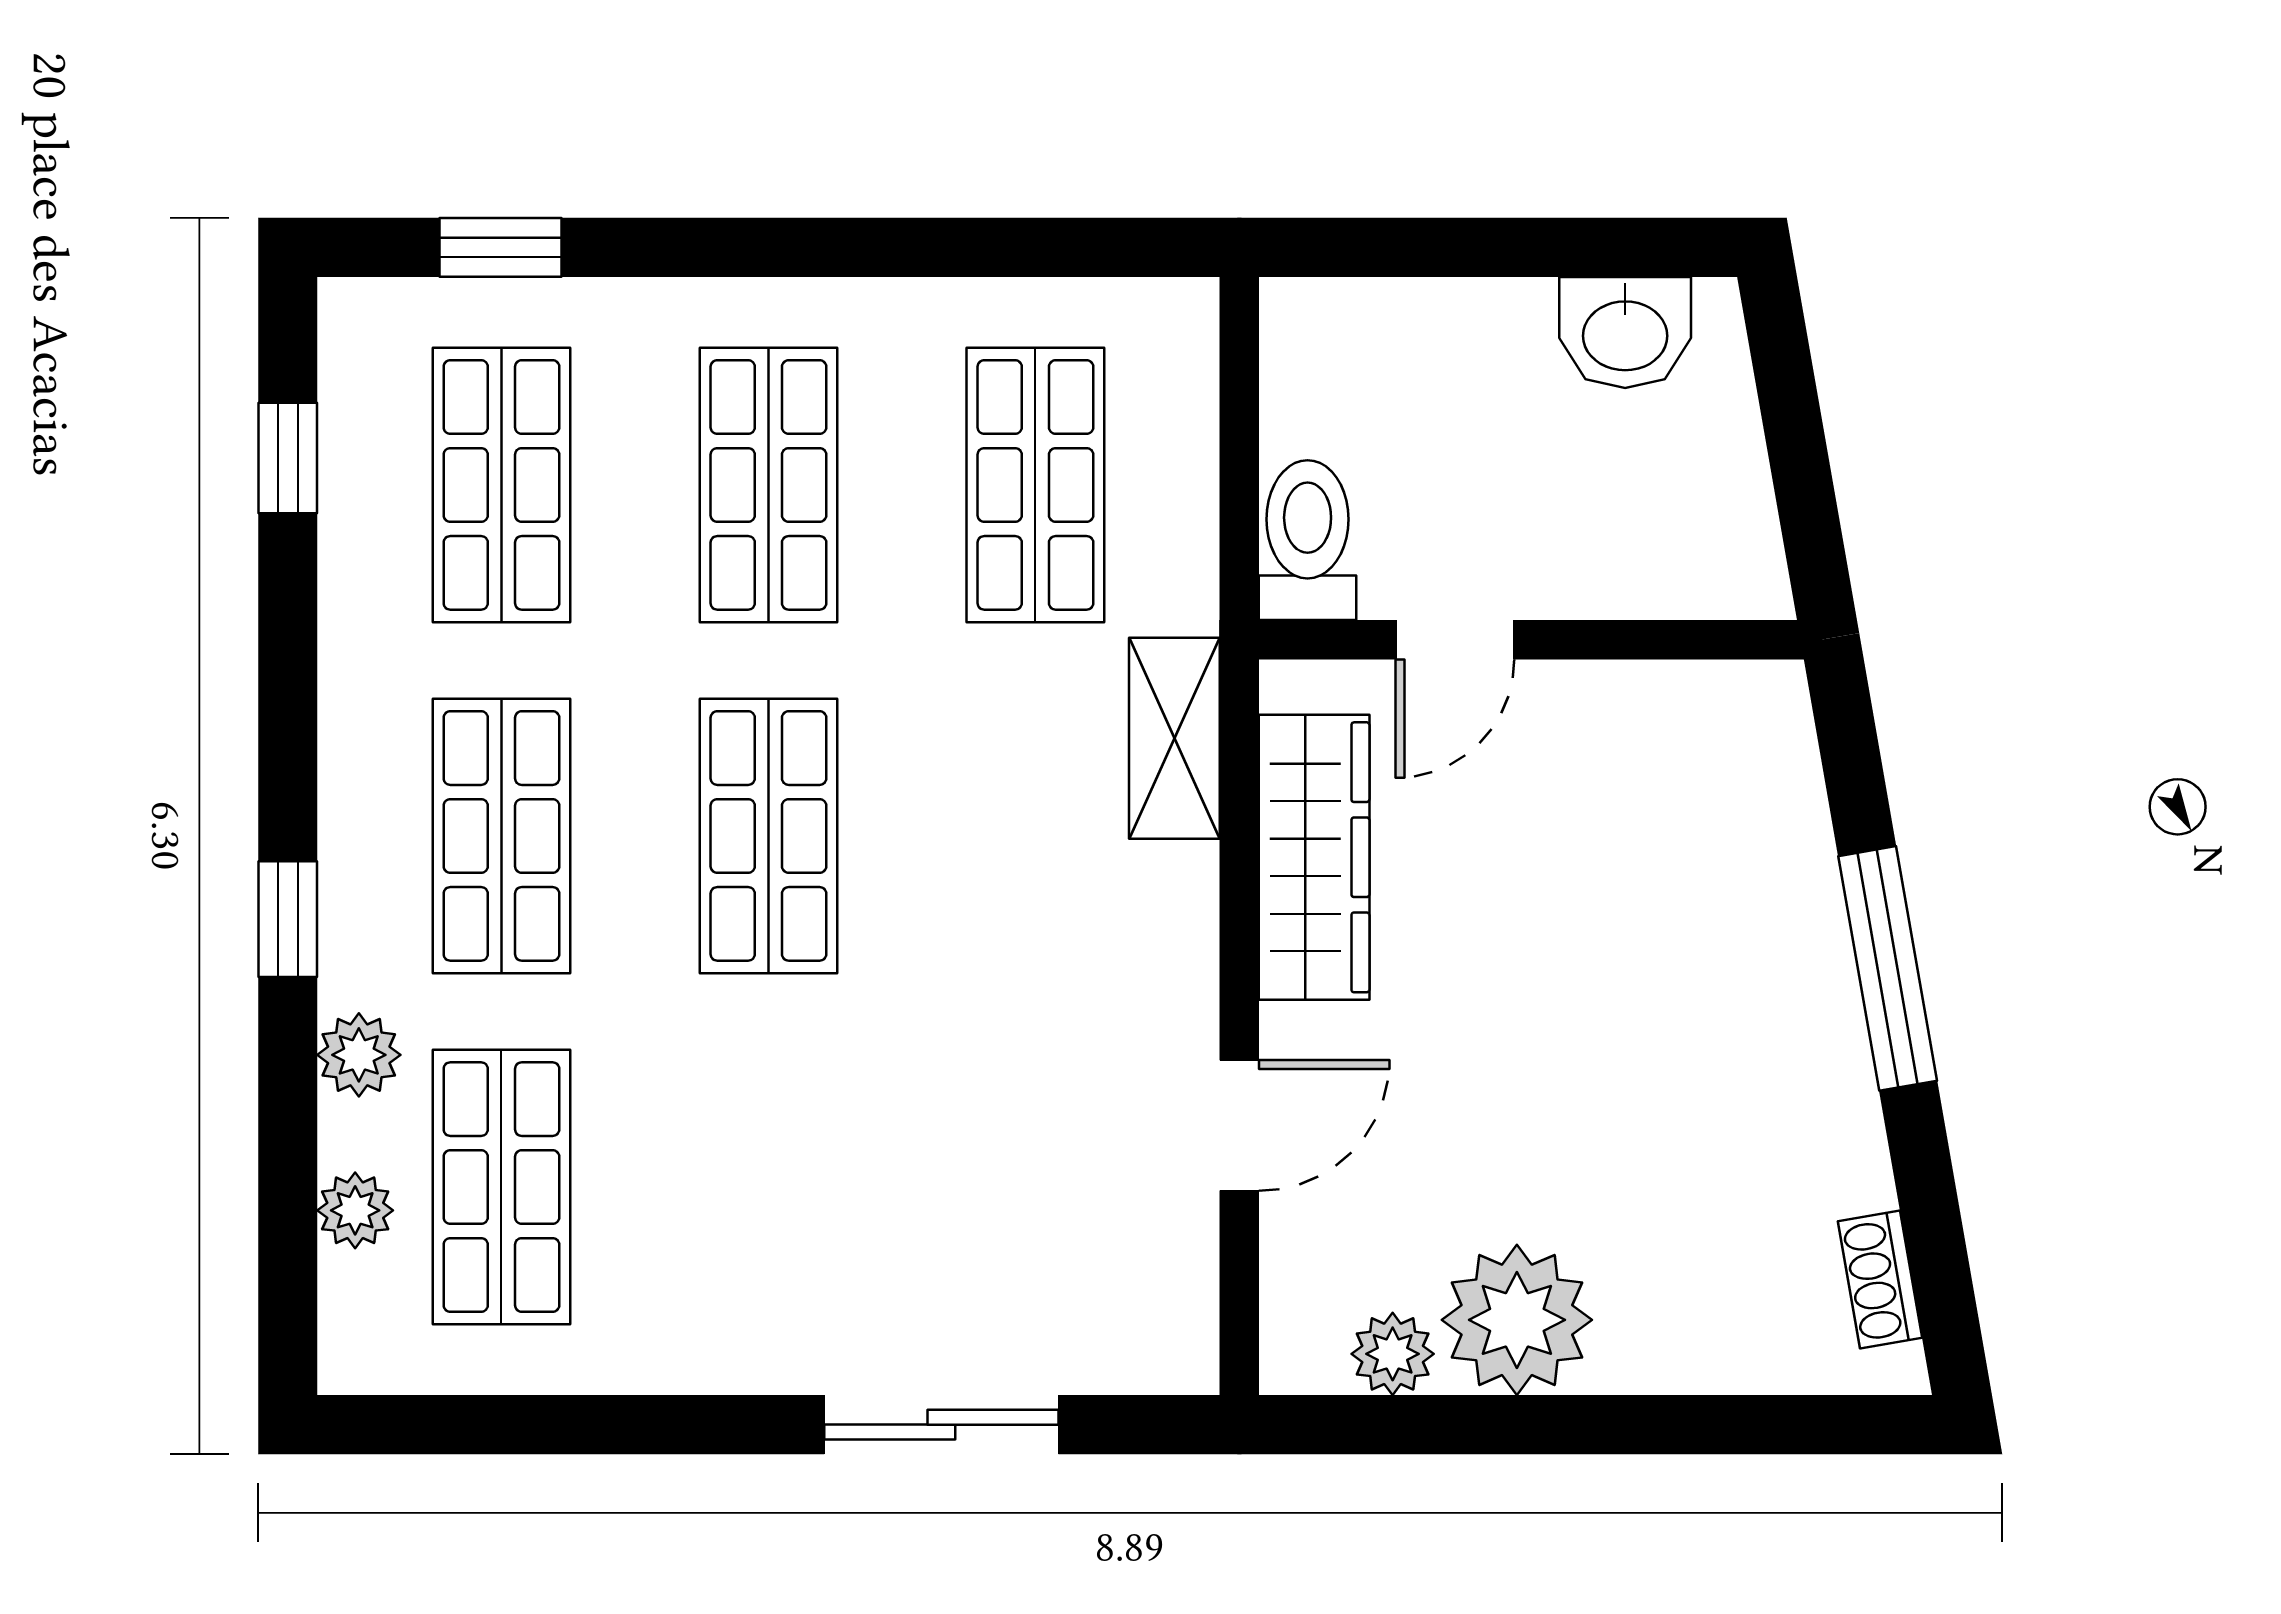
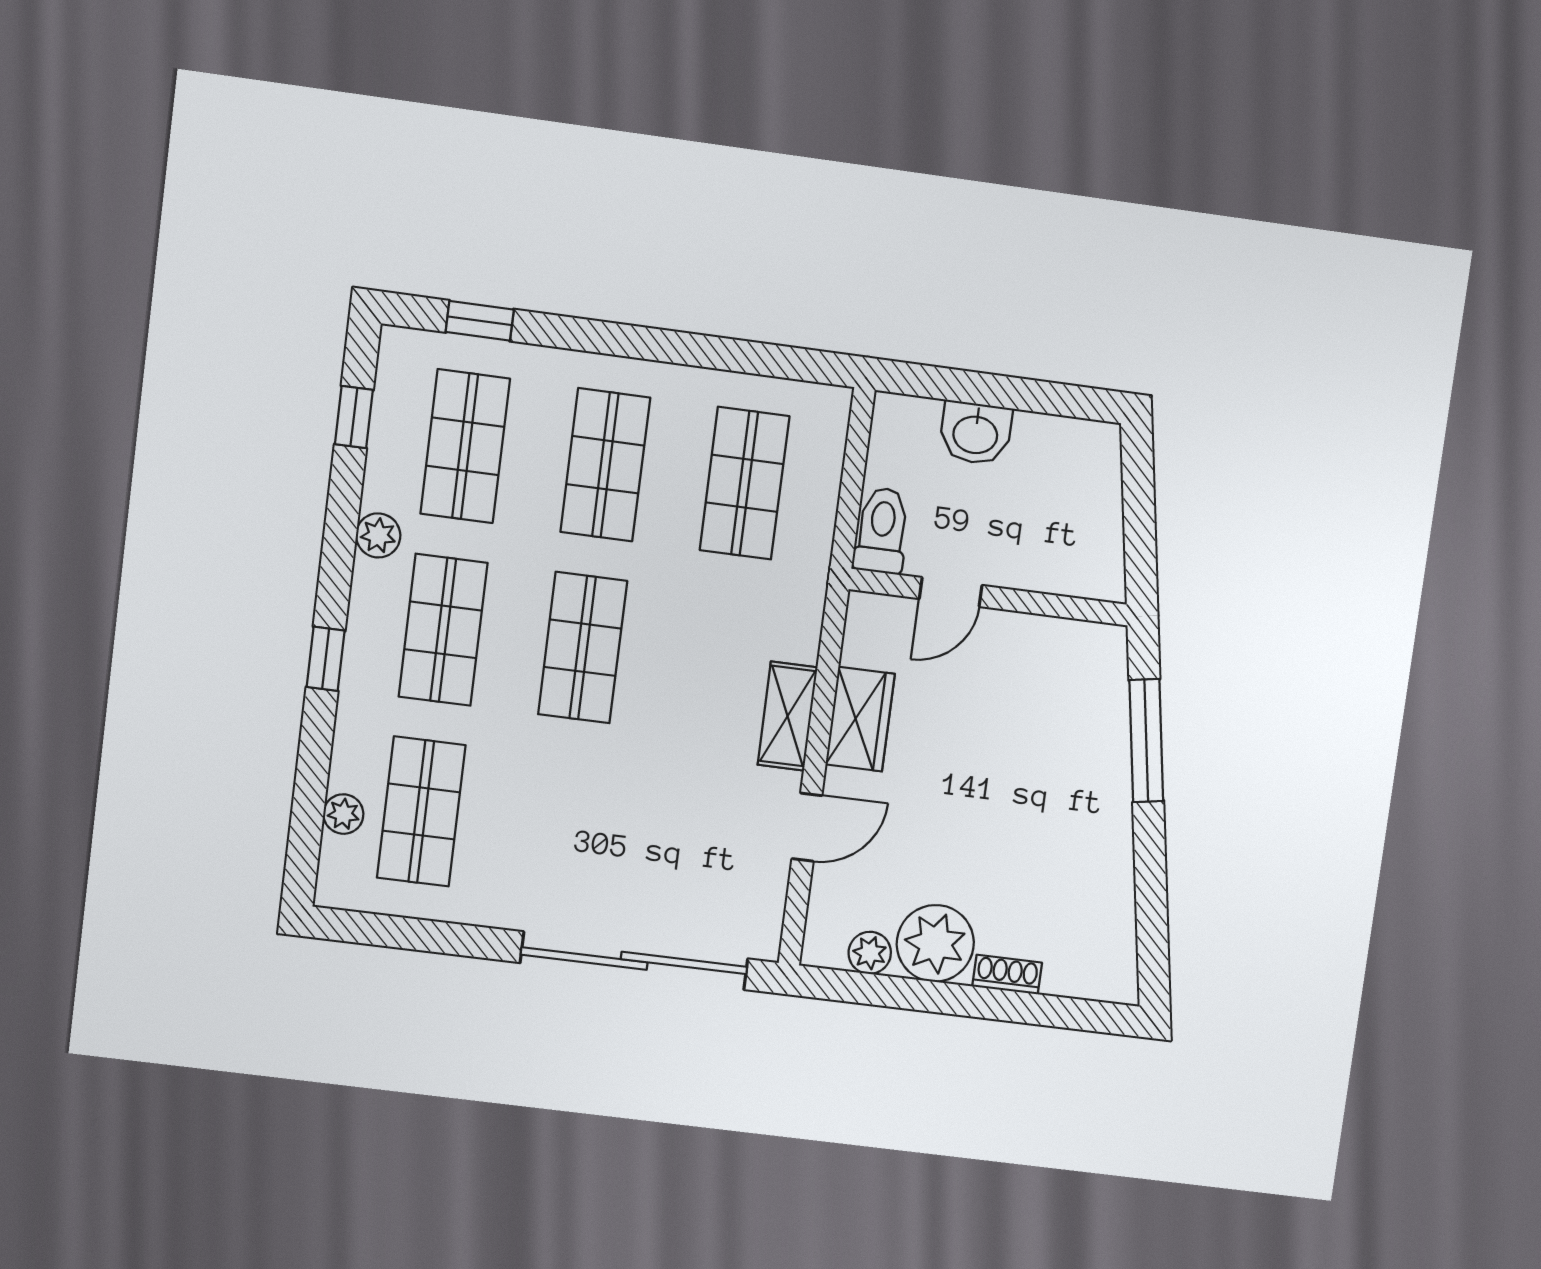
washbasin: (1625, 332) -> (975, 433), moved
shelving: (1174, 738) -> (788, 716), moved
wardrobe: (1314, 857) -> (860, 719), width x0.67
window: (1888, 968) -> (1146, 741), moved
plant: (359, 1055) -> (378, 535), moved
shoe rack: (1880, 1280) -> (1007, 975), moved, turned 100
sliding door: (941, 1425) -> (634, 961), width x1.86

